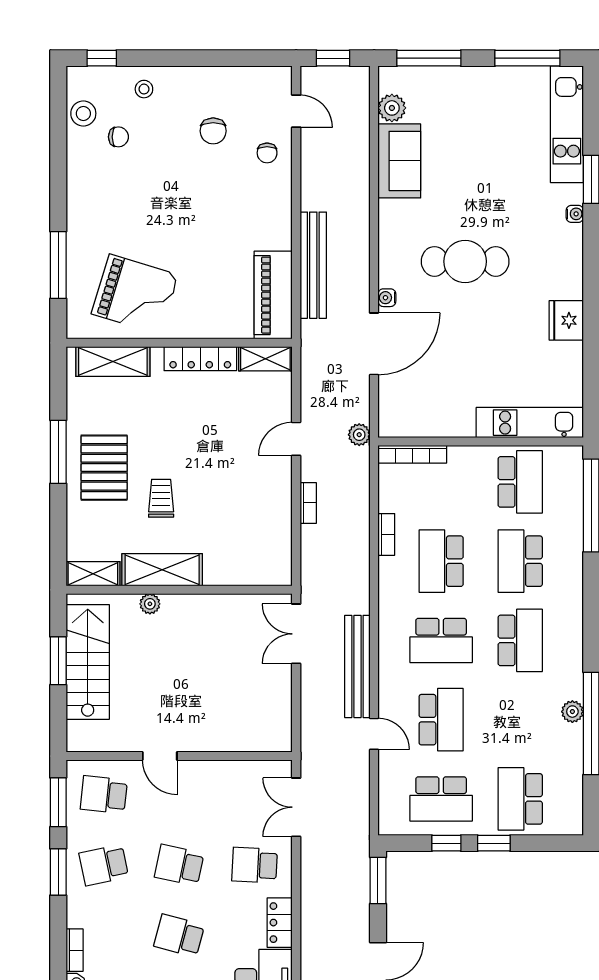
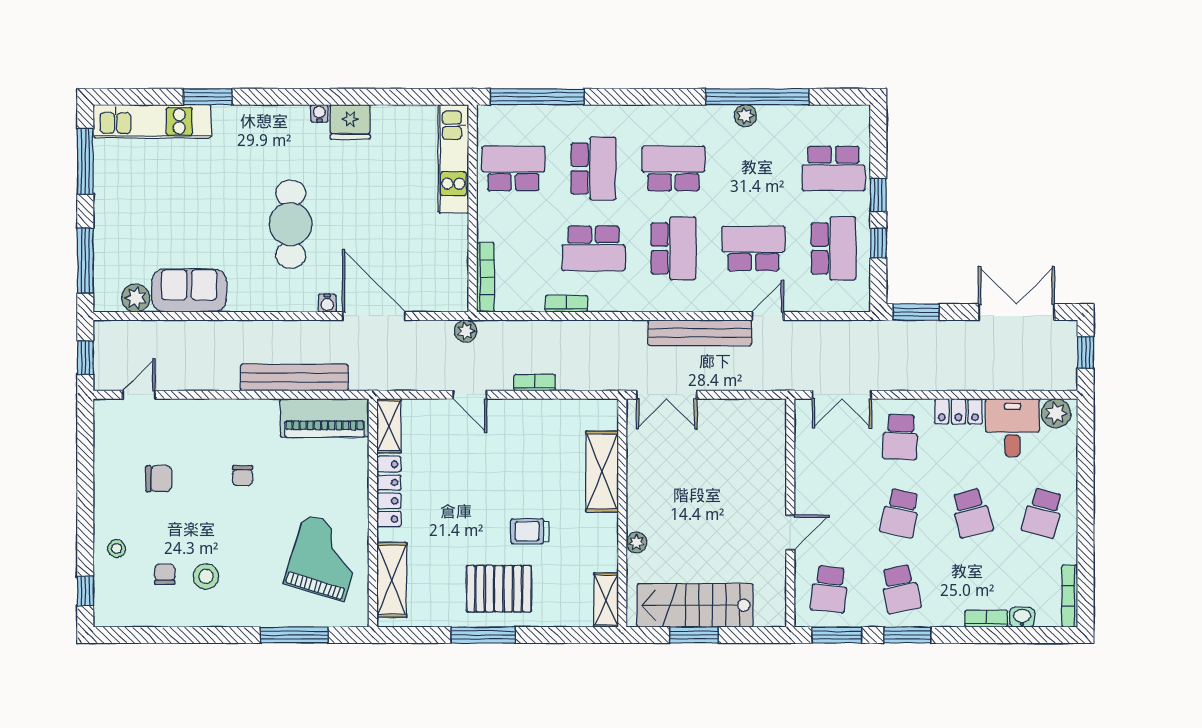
stool: (83, 113) -> (206, 576), moved
chair: (267, 153) -> (243, 476), moved, turned 90
water cooler: (575, 214) -> (319, 113), moved
school desk: (520, 561) -> (593, 168), turned -90
shelving: (162, 570) -> (602, 472), moved
school desk: (179, 936) -> (972, 513), turned -30

